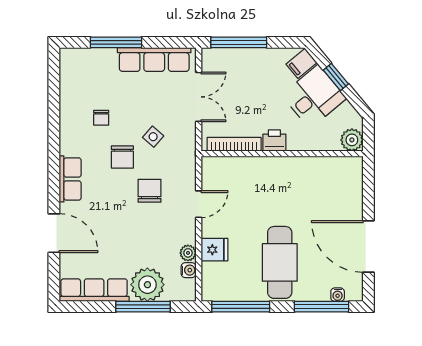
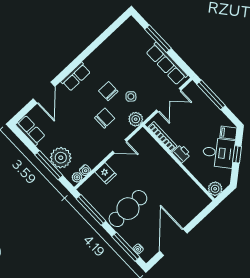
chair: (101, 118) -> (117, 65), removed
plant: (185, 156) -> (136, 119), added
chair: (122, 157) -> (108, 91), turned 90
plant: (188, 253) -> (77, 177), moved
row of seats: (94, 290) -> (30, 130), width x0.68

